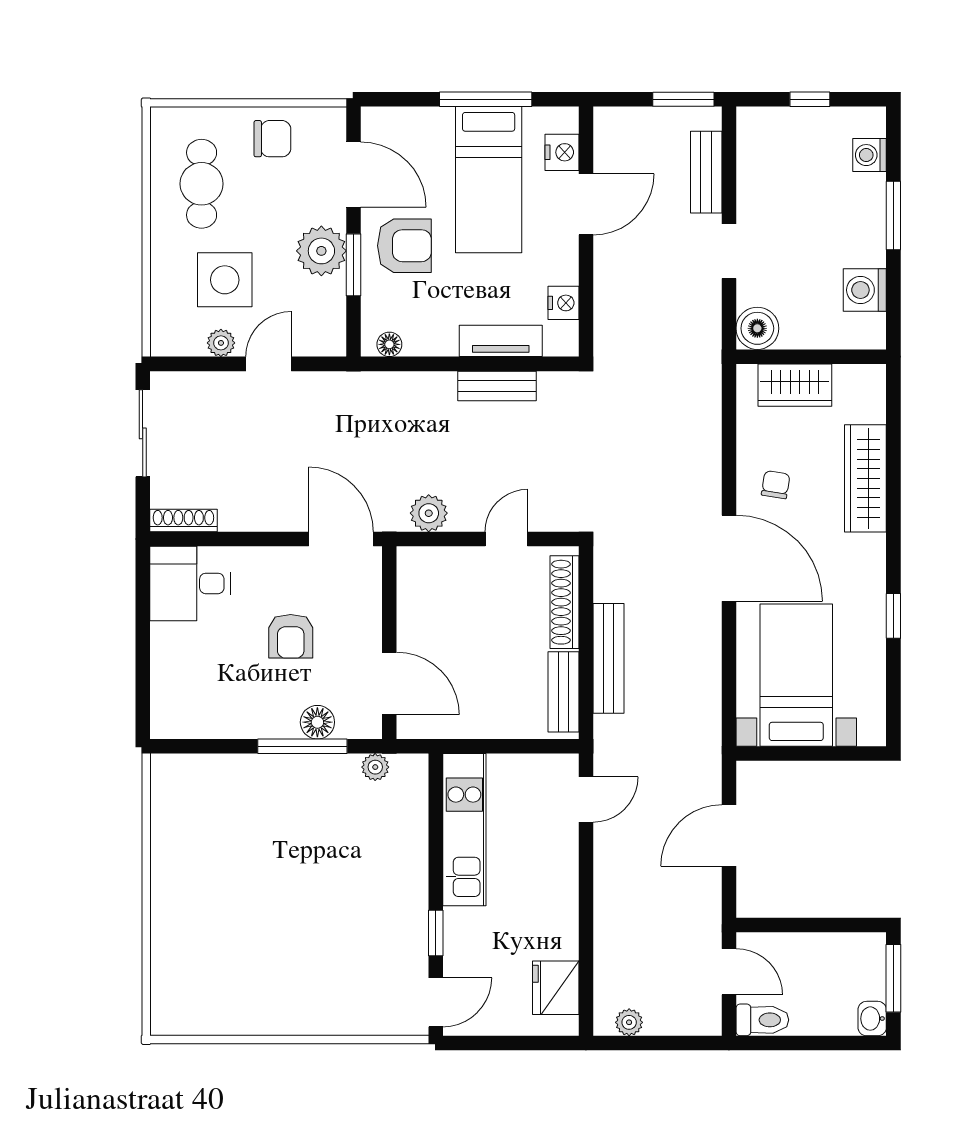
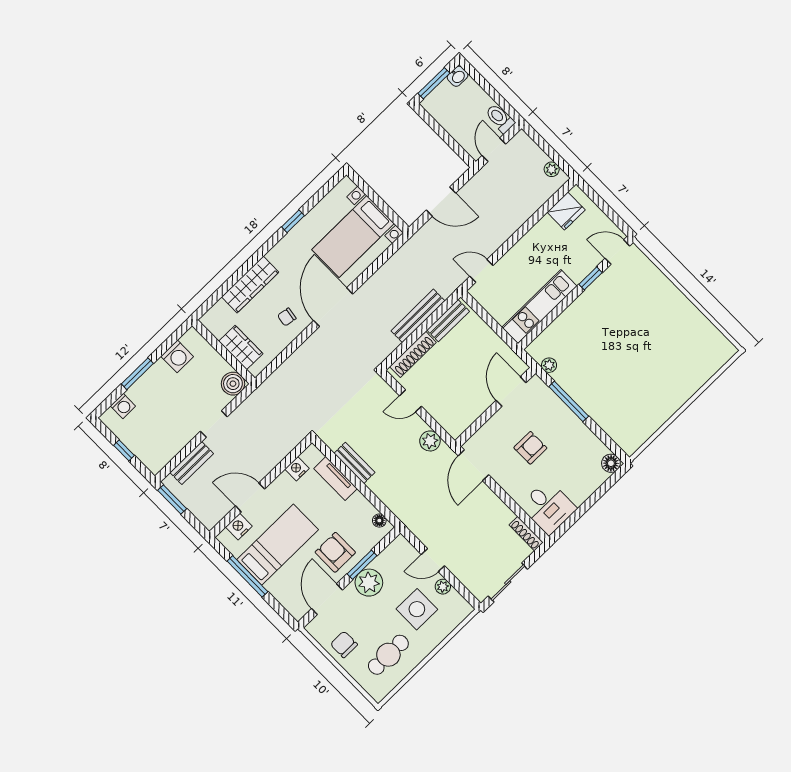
floor lamp: (317, 722) -> (611, 463), moved

